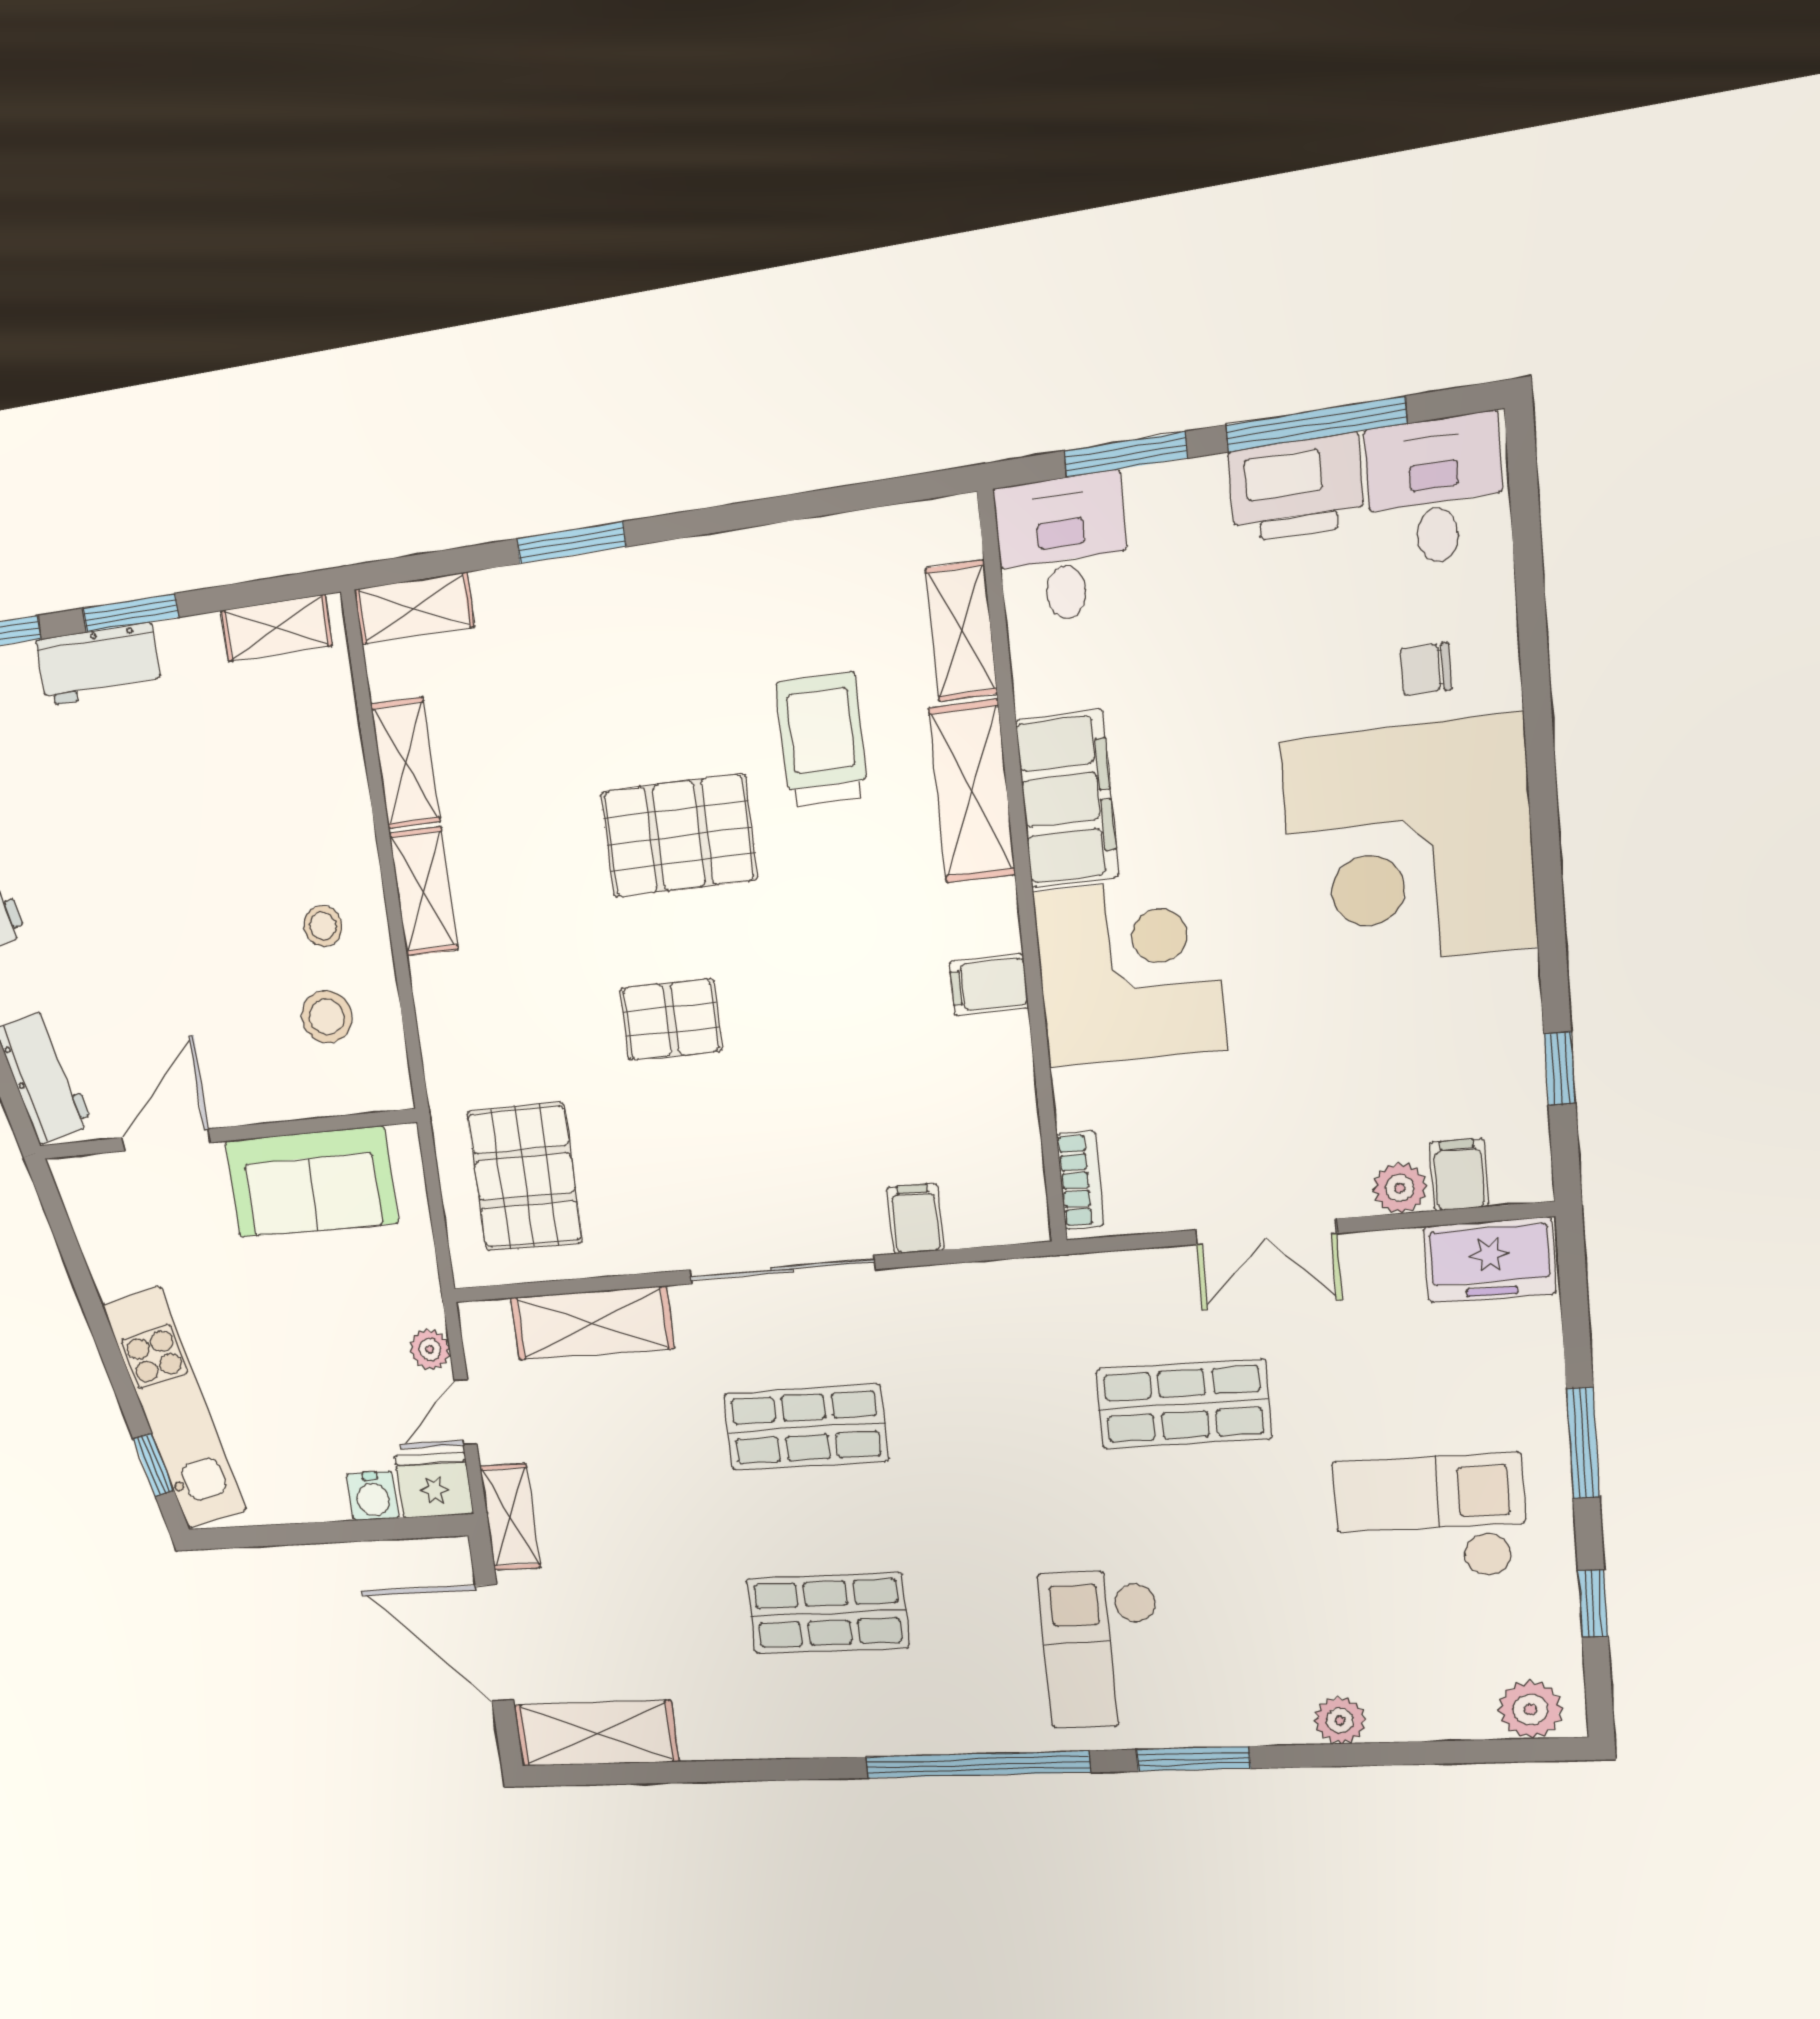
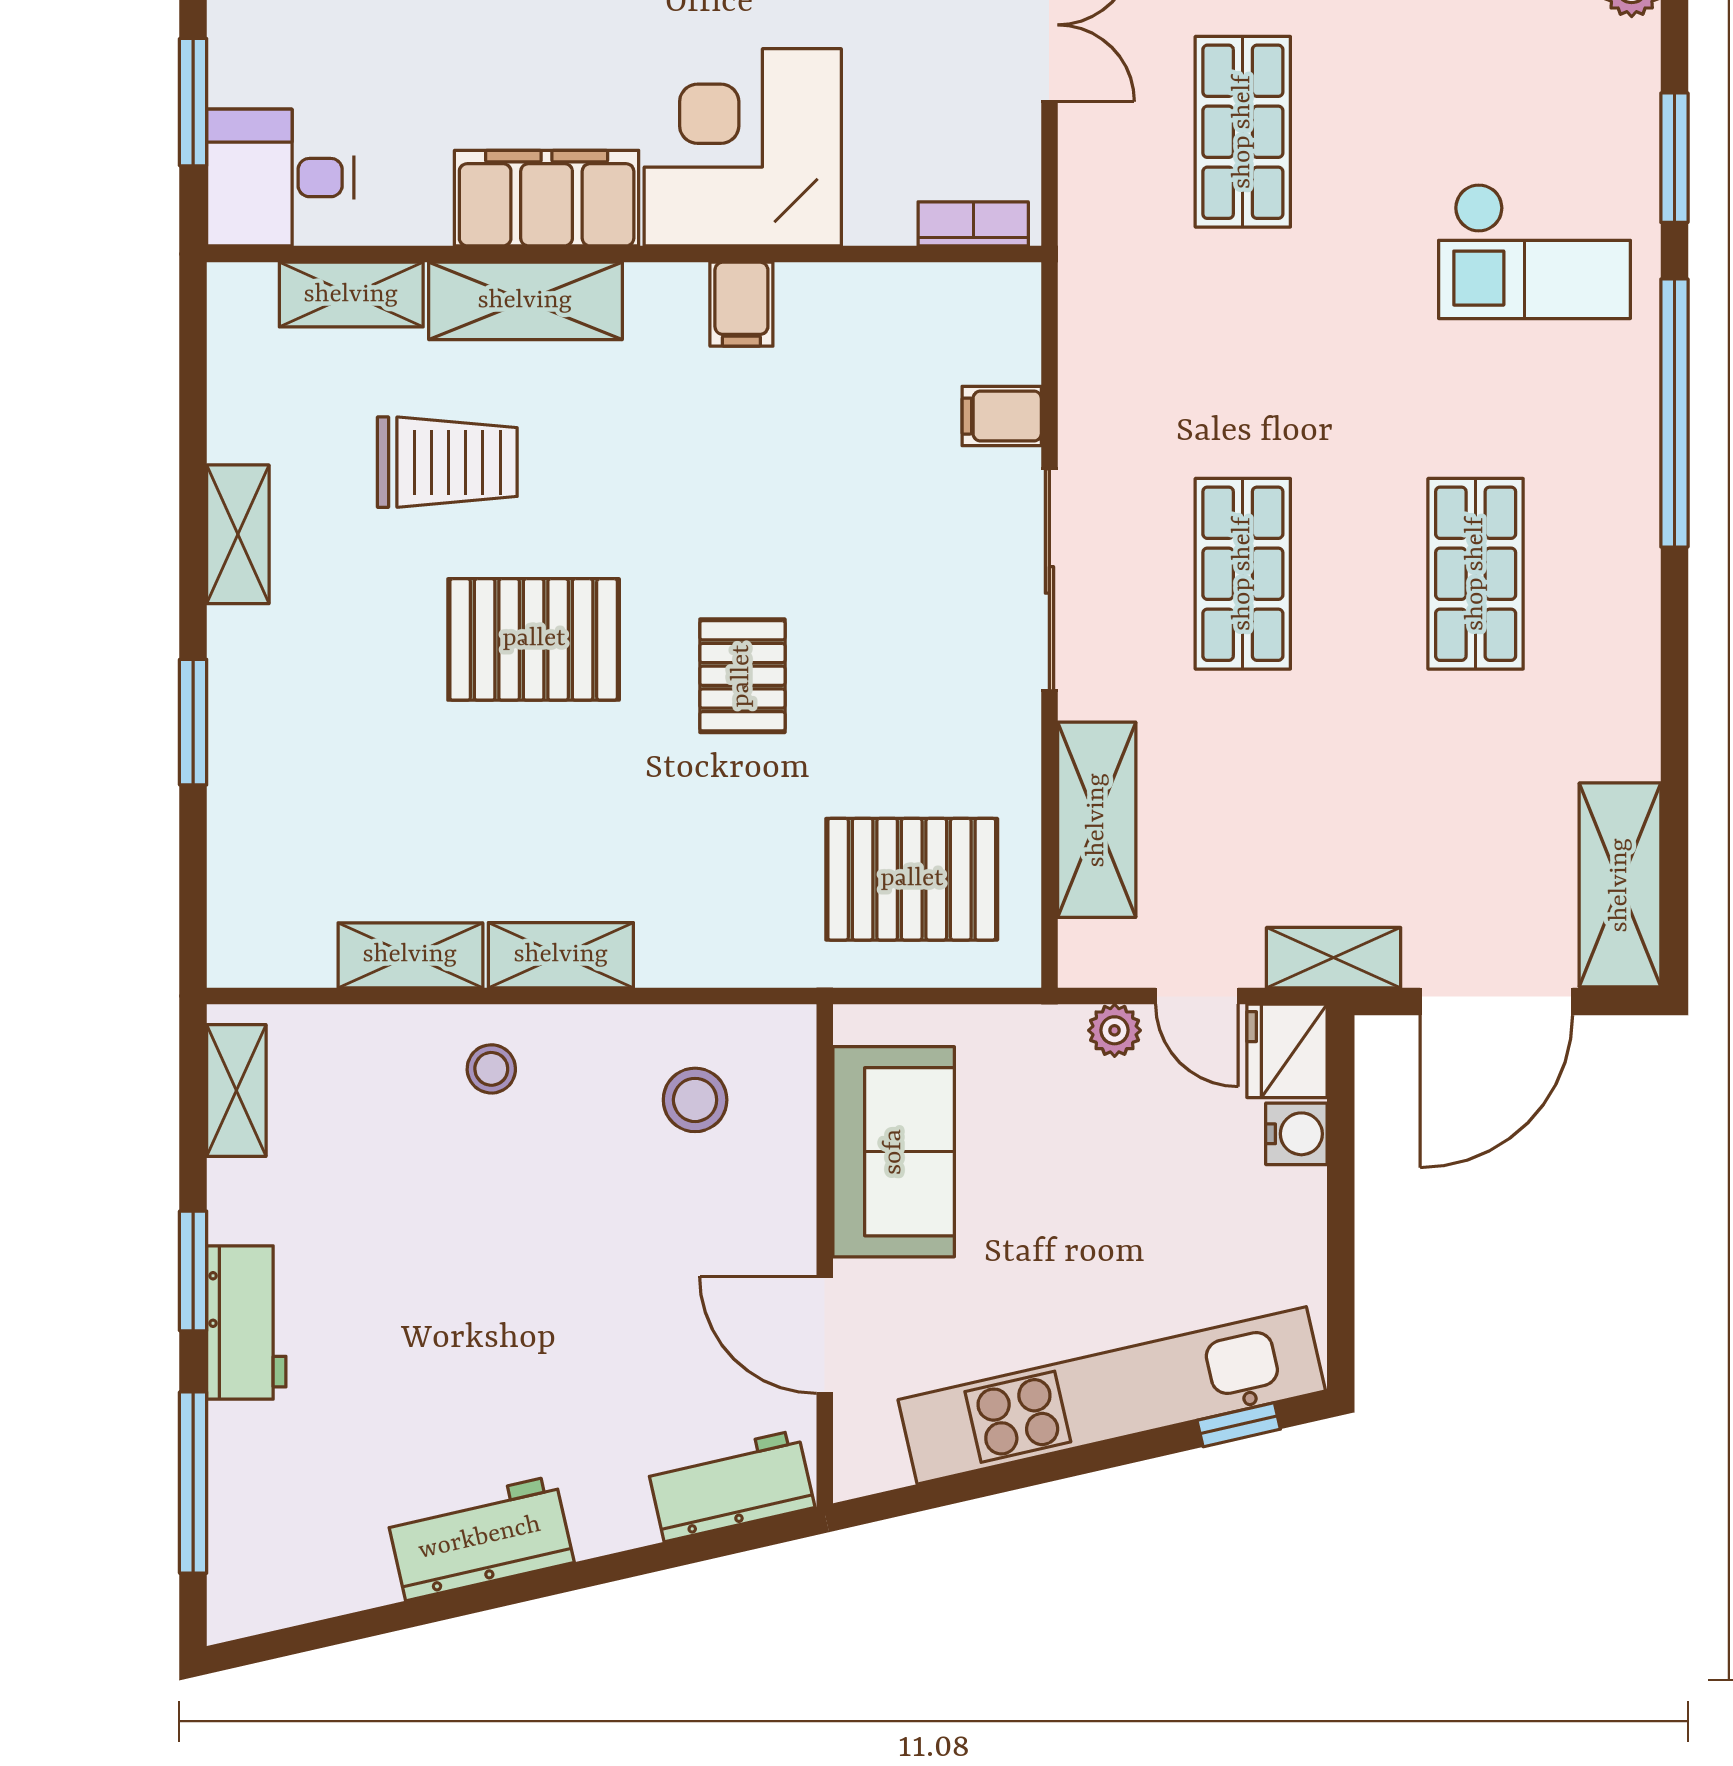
shelving: (414, 608) -> (238, 534), moved
trolley: (822, 739) -> (447, 462), turned 180
pallet: (679, 836) -> (534, 639), turned 90
stool: (323, 926) -> (491, 1069), moved
kitchen unit: (174, 1408) -> (1112, 1395), width x1.36

